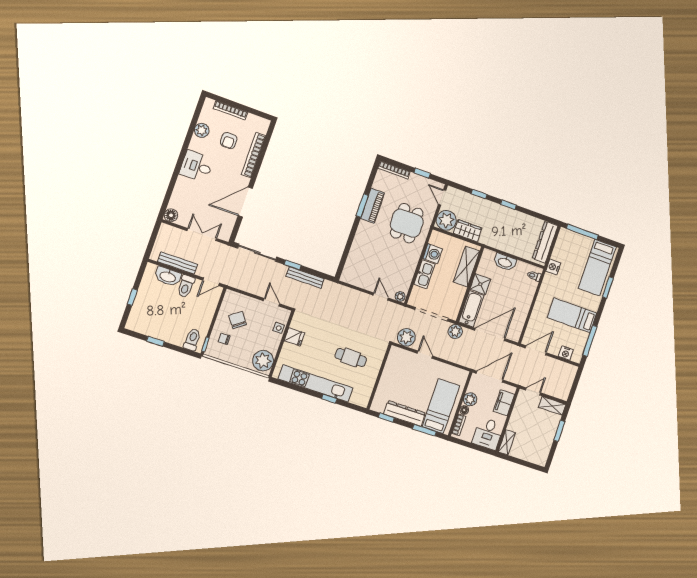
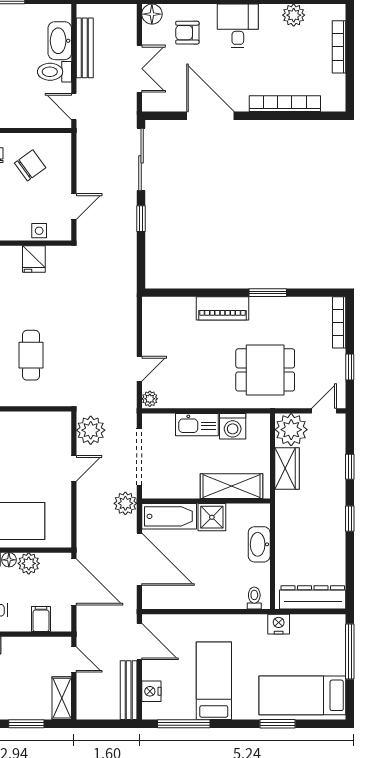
armchair: (229, 141) -> (187, 33), moved
piano: (373, 206) -> (223, 308), moved
bench: (305, 277) -> (129, 690), moved
filing cabinet: (504, 403) -> (41, 619), width x0.50

